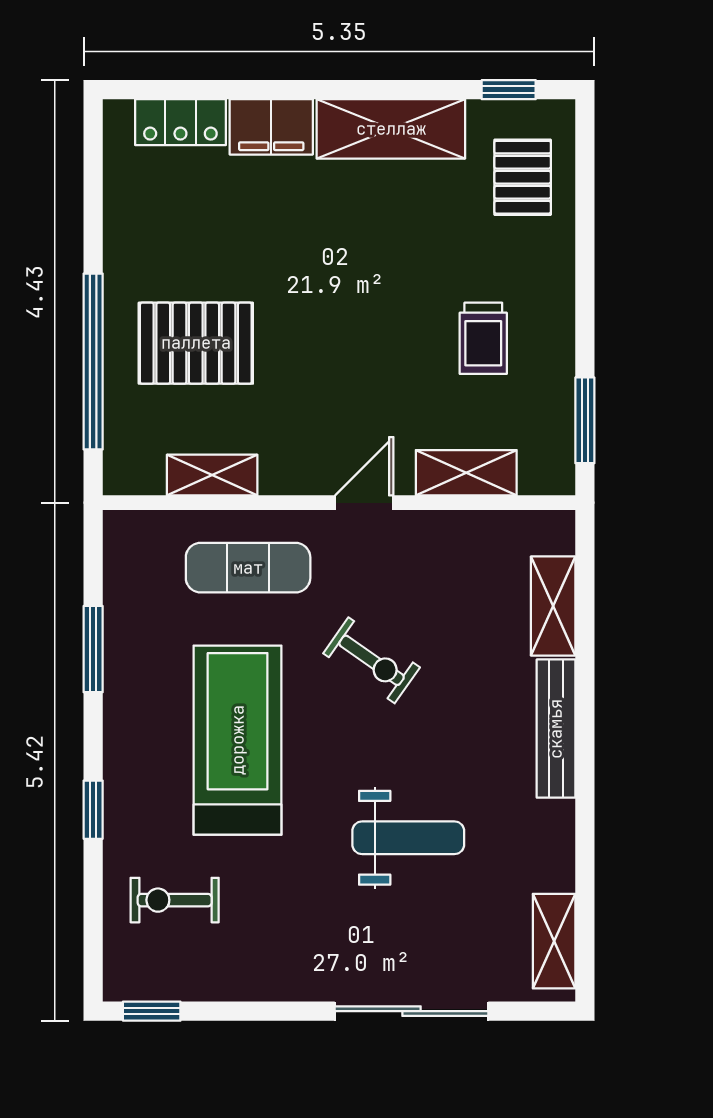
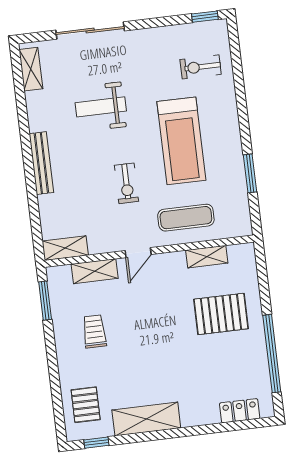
filing cabinet: (271, 127) -> (199, 414), removed
window: (93, 362) -> (272, 354), moved
shelving: (553, 606) -> (65, 248), moved, turned 90
exercise bike: (372, 660) -> (126, 183), turned -125
window: (93, 810) -> (241, 102), removed
exercise bike: (175, 900) -> (201, 67), turned 180

